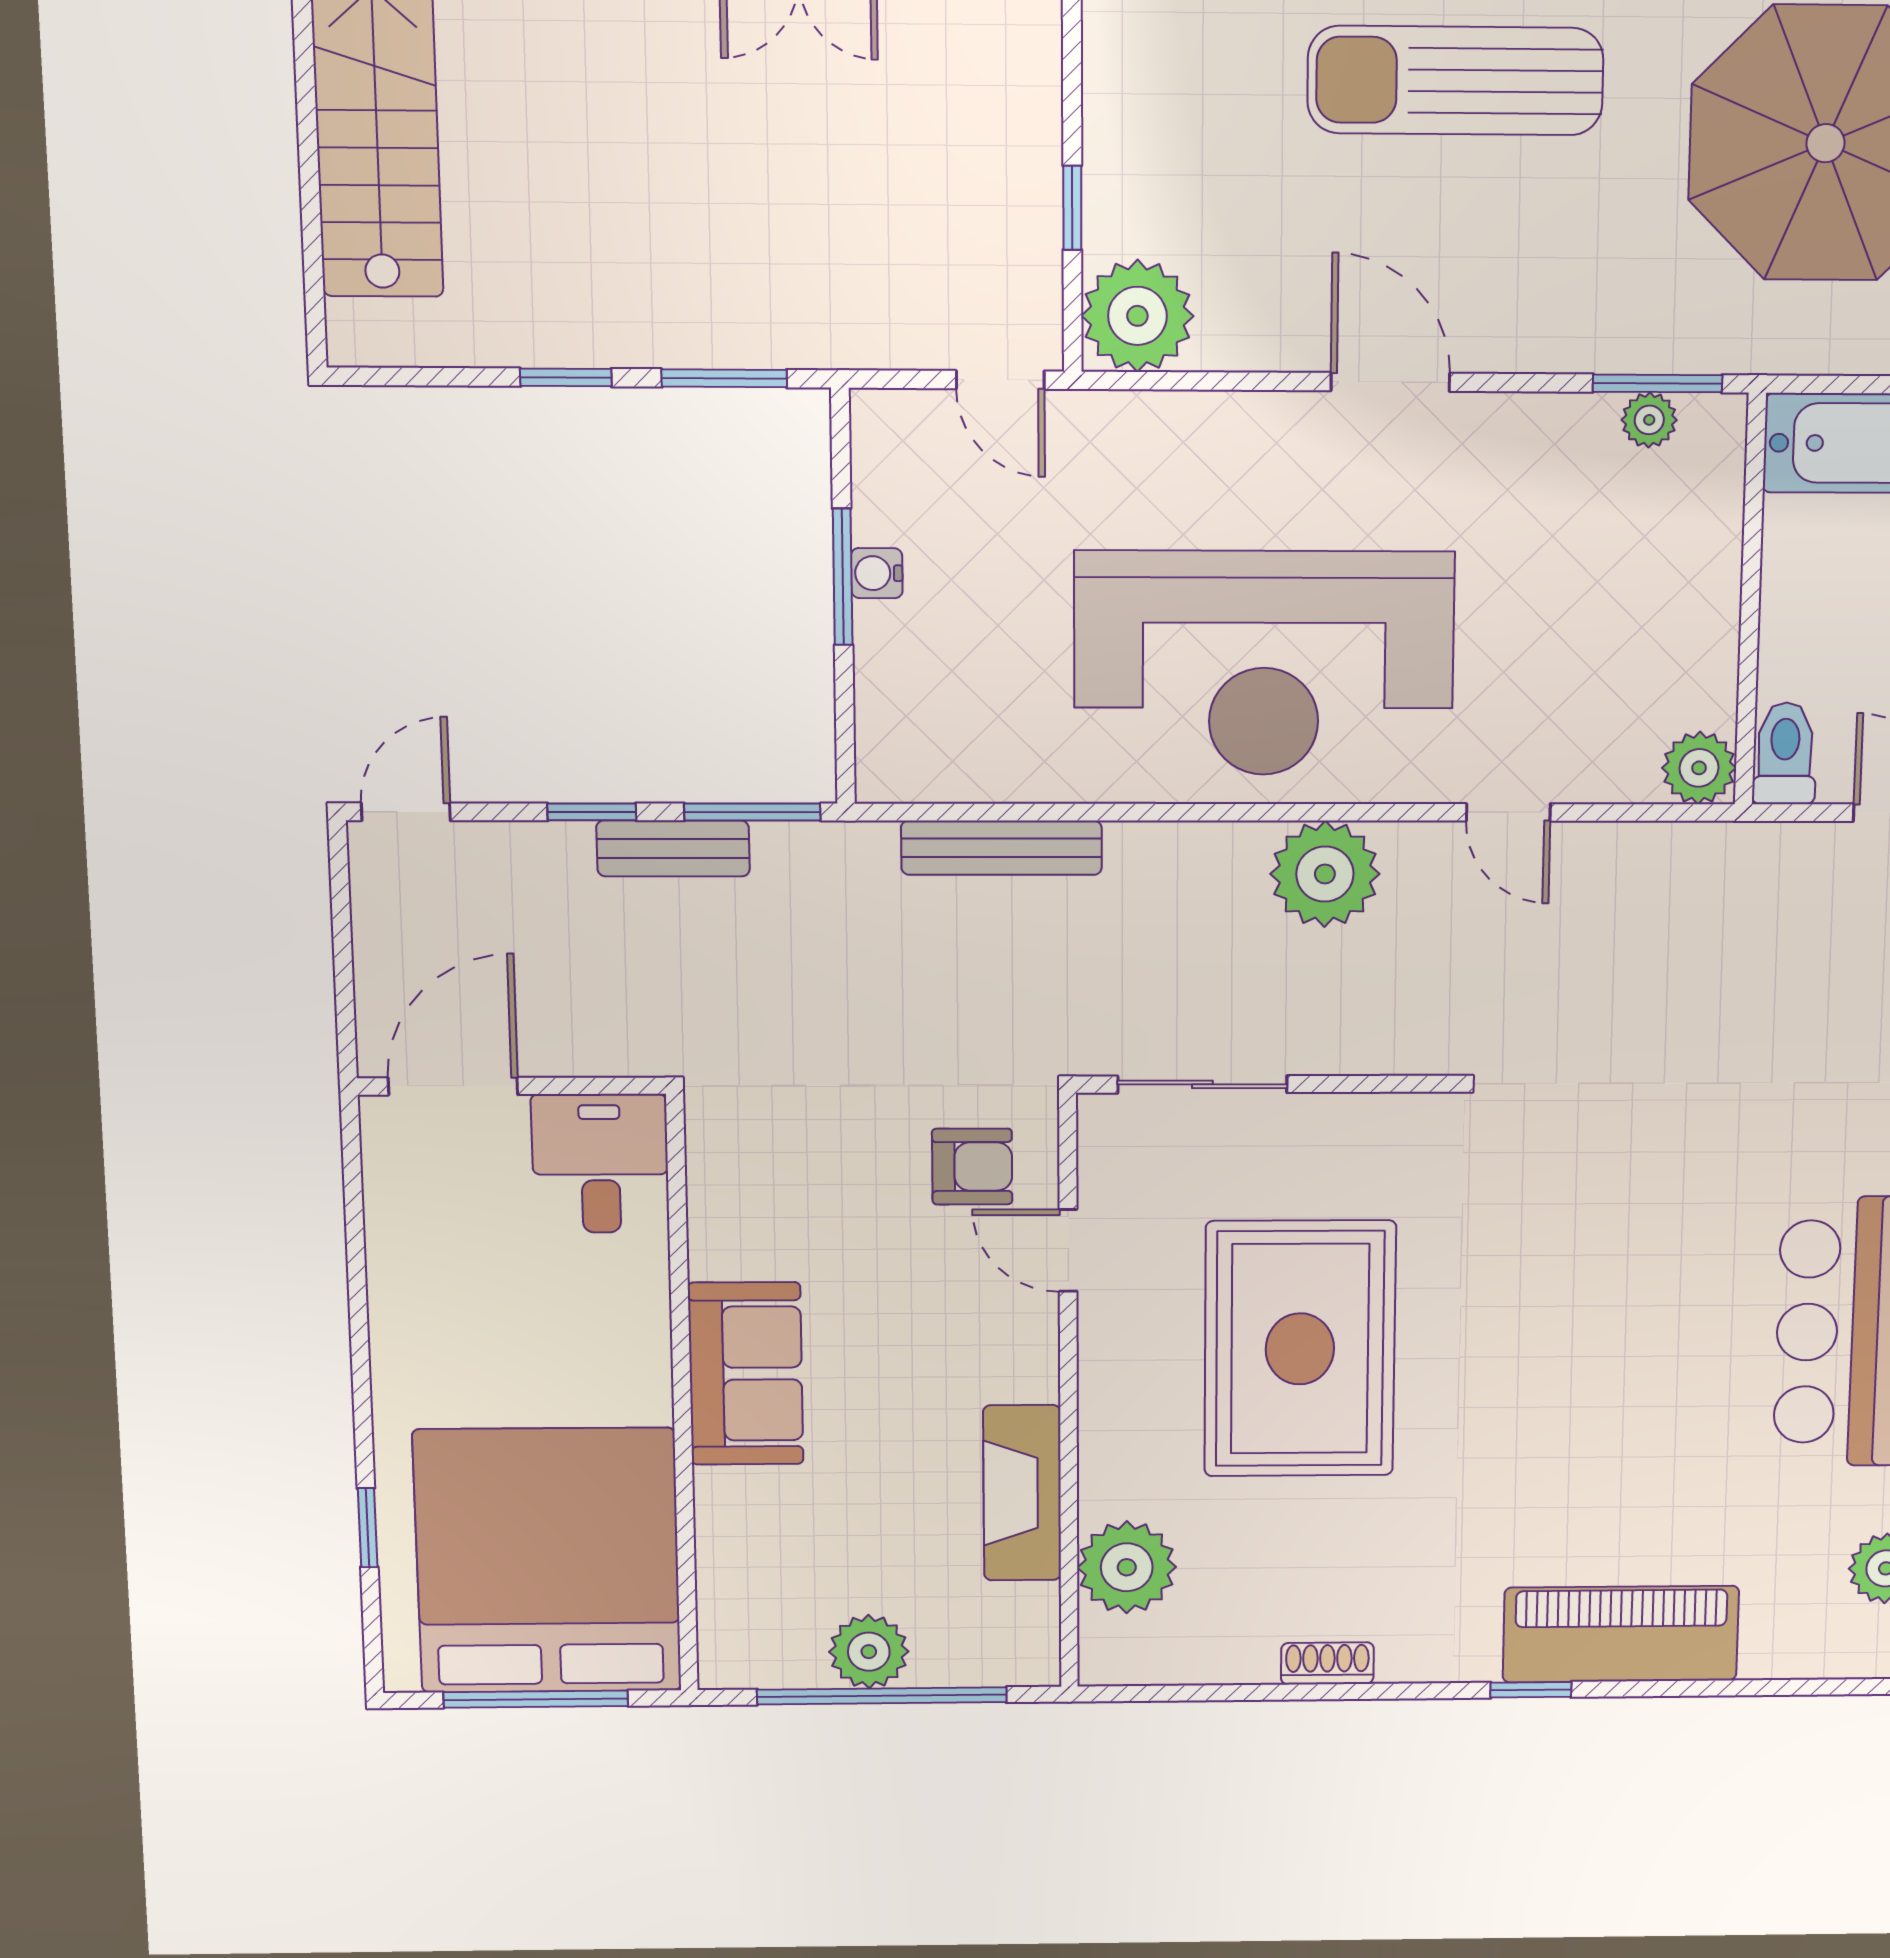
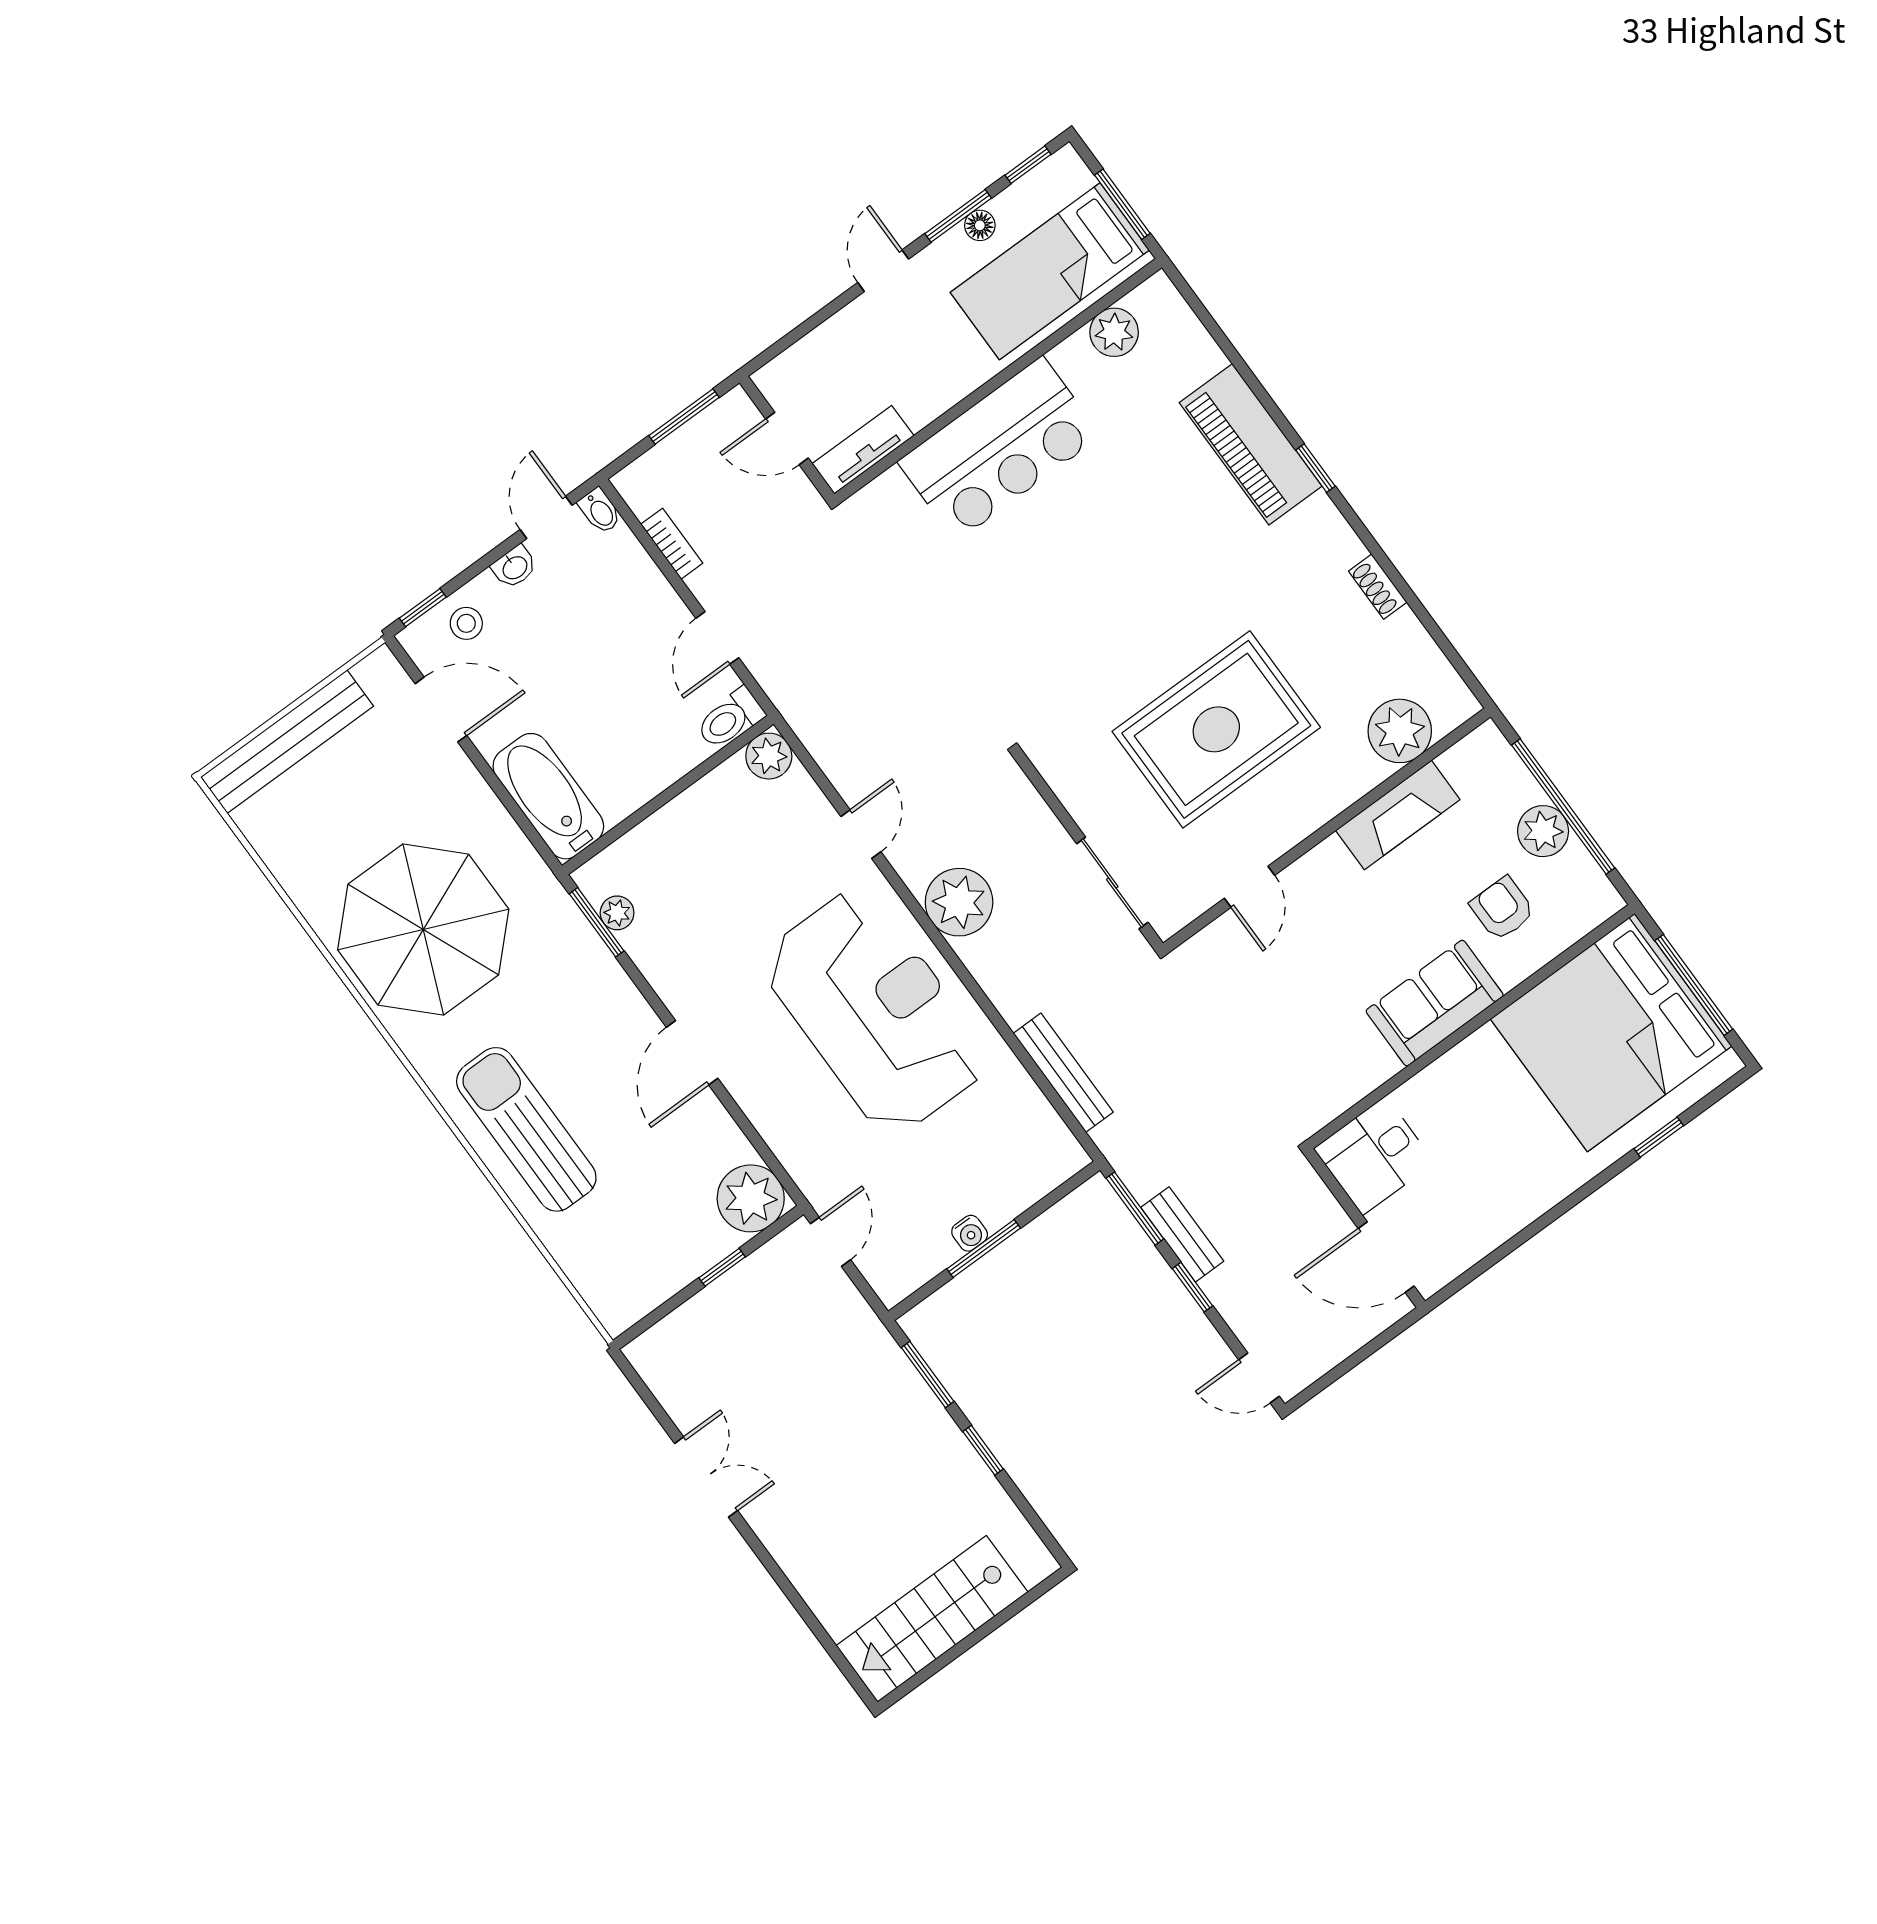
sun lounger: (1455, 81) -> (526, 1129), turned 180
armchair: (972, 1167) -> (1502, 909), moved

